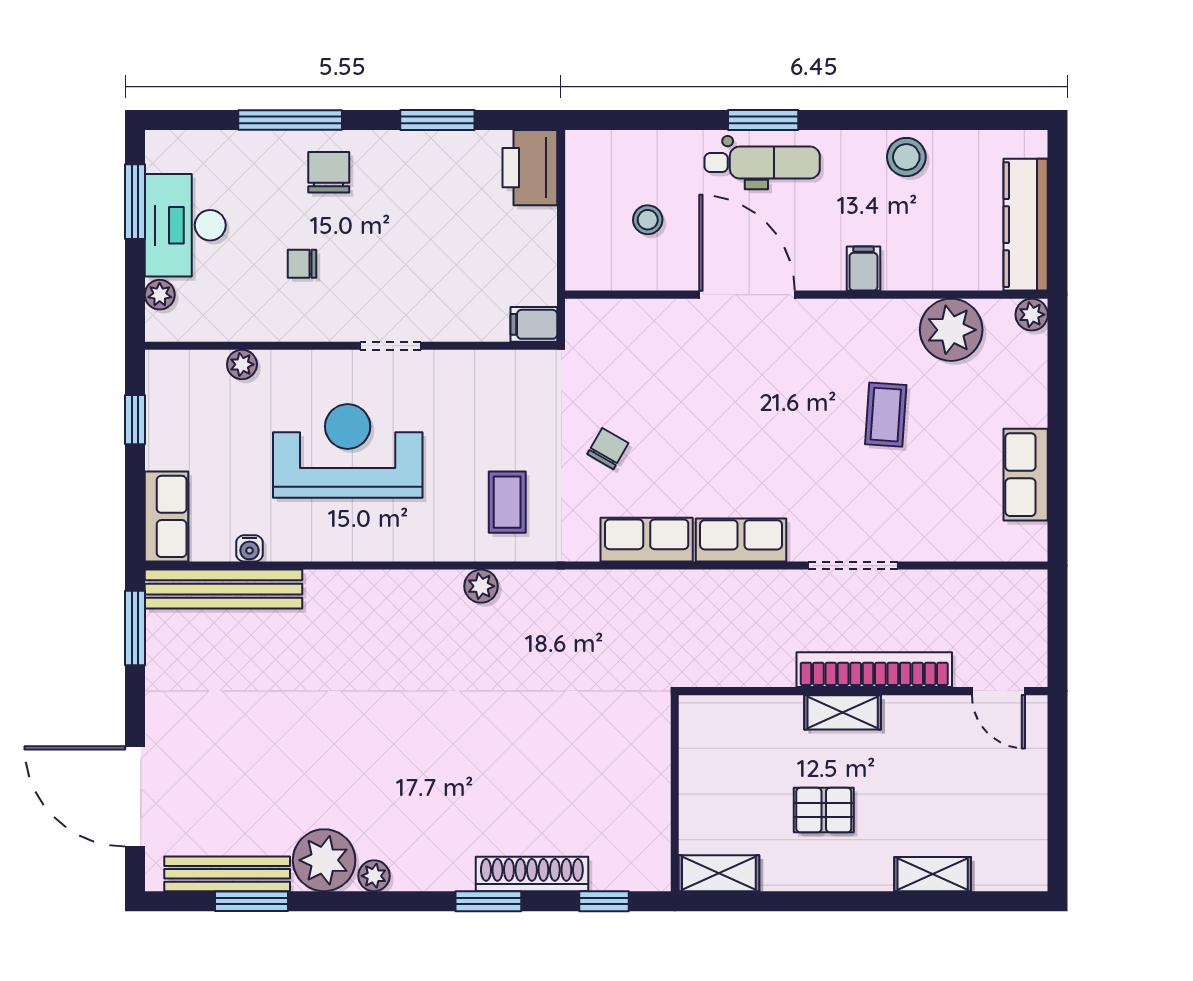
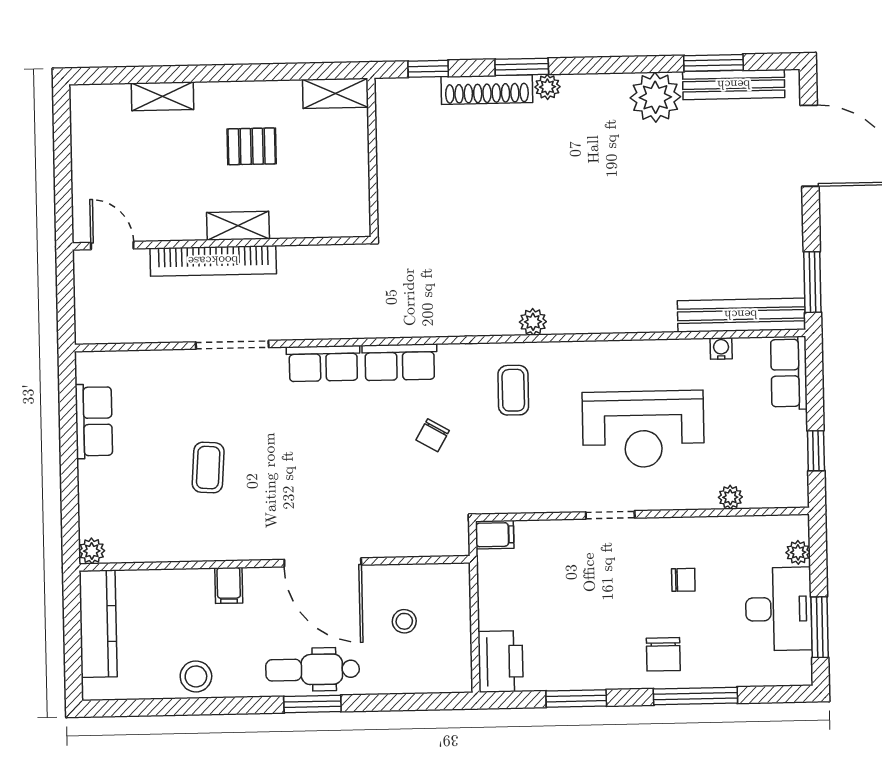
plant: (951, 330) -> (157, 537), removed
plant: (374, 876) -> (547, 87), moved

